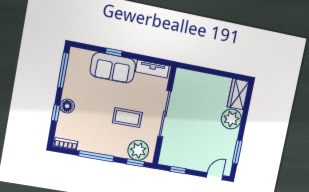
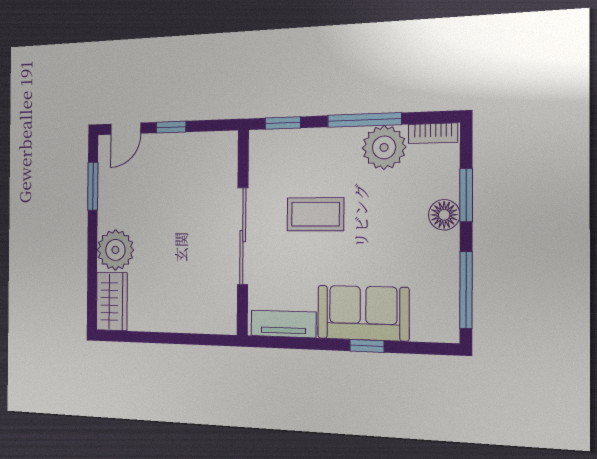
window: (56, 113) -> (466, 195), width x1.50
plant: (138, 150) -> (384, 147), moved
window: (178, 170) -> (171, 127), moved

